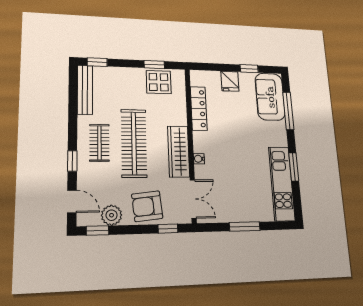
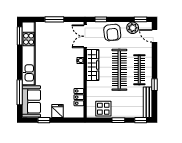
window: (154, 65) -> (118, 120), moved
locker: (199, 109) -> (79, 97), width x0.66
clothes rail: (99, 143) -> (139, 70), width x1.36
window: (72, 161) -> (154, 85), moved
window: (294, 167) -> (20, 36), moved
kitchen unit: (282, 184) -> (29, 53), width x1.36
armchair: (147, 206) -> (112, 33), turned 90

